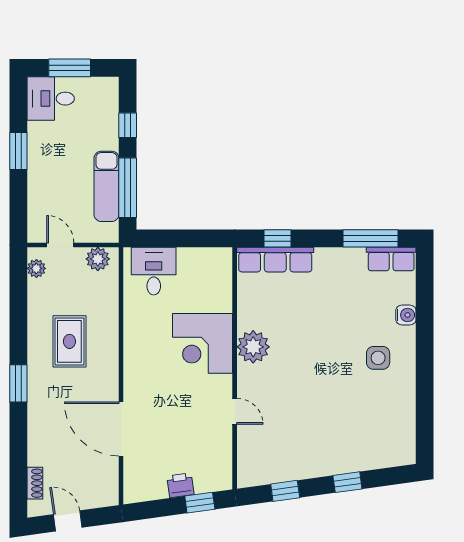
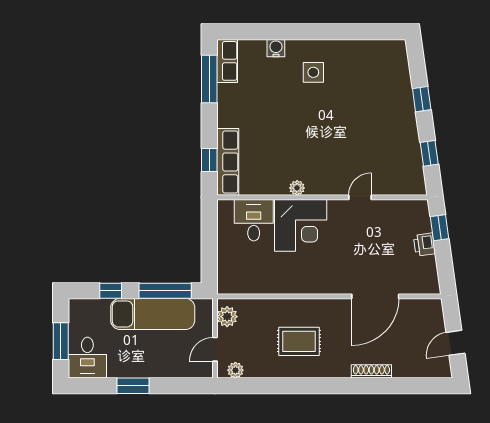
exam couch: (106, 186) -> (153, 314), width x1.36, depth x1.45
desk: (154, 271) -> (254, 220), moved, turned 90
plant: (253, 347) -> (297, 188), width x0.53, depth x0.53
window: (18, 383) -> (336, 386), removed
shoe rack: (35, 483) -> (371, 371), moved, width x1.43

